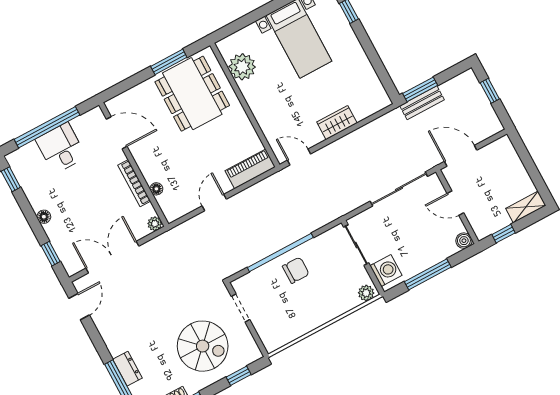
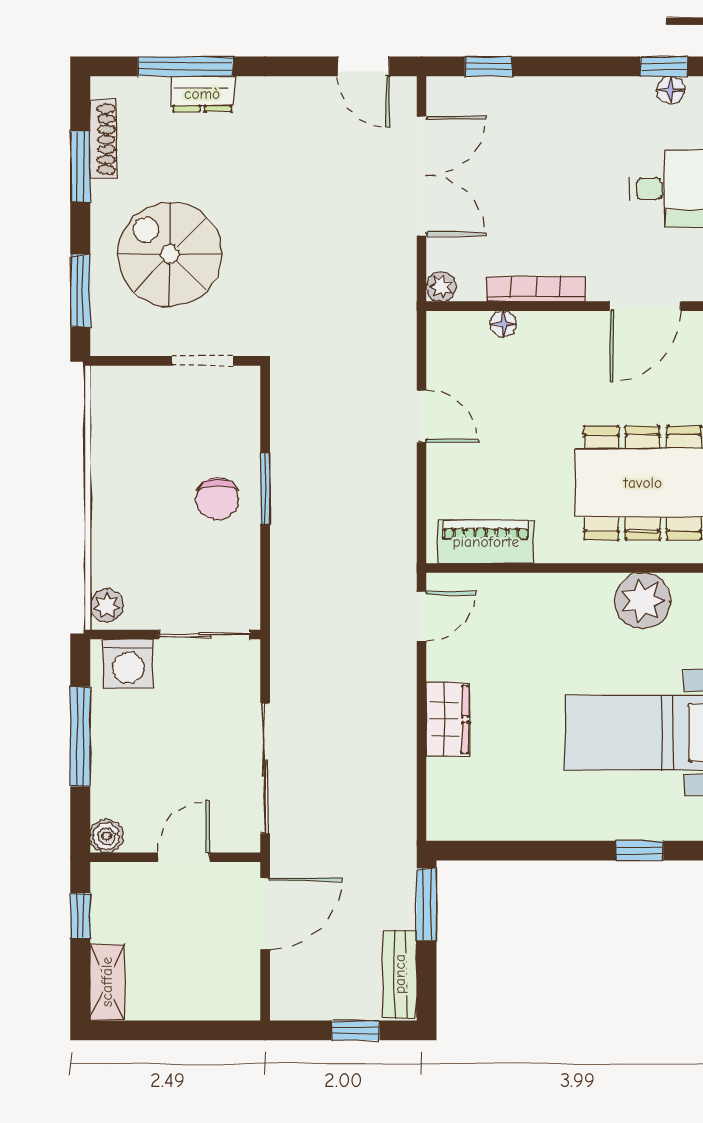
bench: (422, 103) -> (400, 974), moved
piano: (250, 169) -> (486, 542), moved, turned -90
floor lamp: (44, 217) -> (671, 90), moved
window: (280, 252) -> (265, 488), width x0.47
spiral stairs: (203, 346) -> (170, 254), turned 90
window: (239, 376) -> (80, 291), width x1.50

